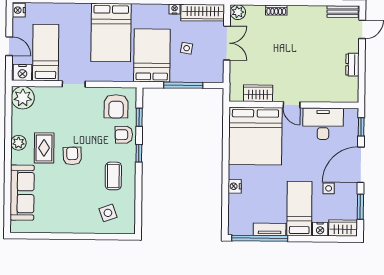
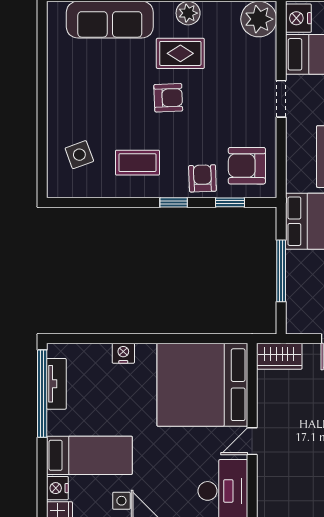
wardrobe: (258, 93) -> (279, 356), moved, turned 90
tv unit: (270, 229) -> (56, 384), moved

